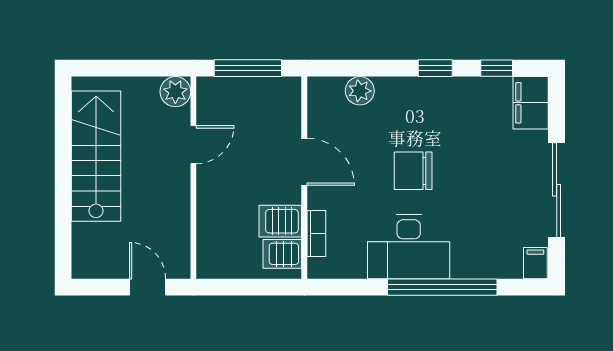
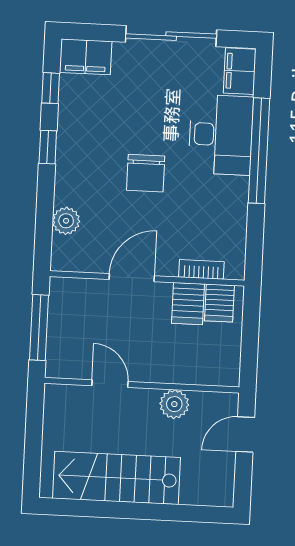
plant: (175, 92) -> (174, 404), moved
desk: (409, 247) -> (221, 135), moved
filing cabinet: (535, 263) -> (240, 71), width x2.00

